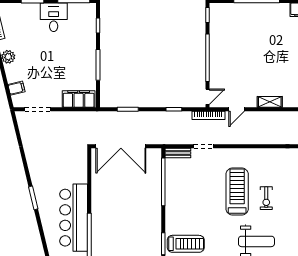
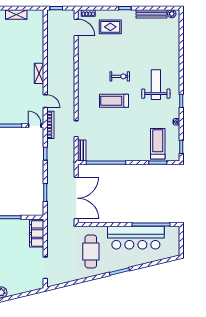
filing cabinet: (16, 88) -> (28, 286), removed
cafe table: (57, 164) -> (91, 251), added
treadmill: (237, 192) -> (114, 101), width x0.73, depth x0.73

